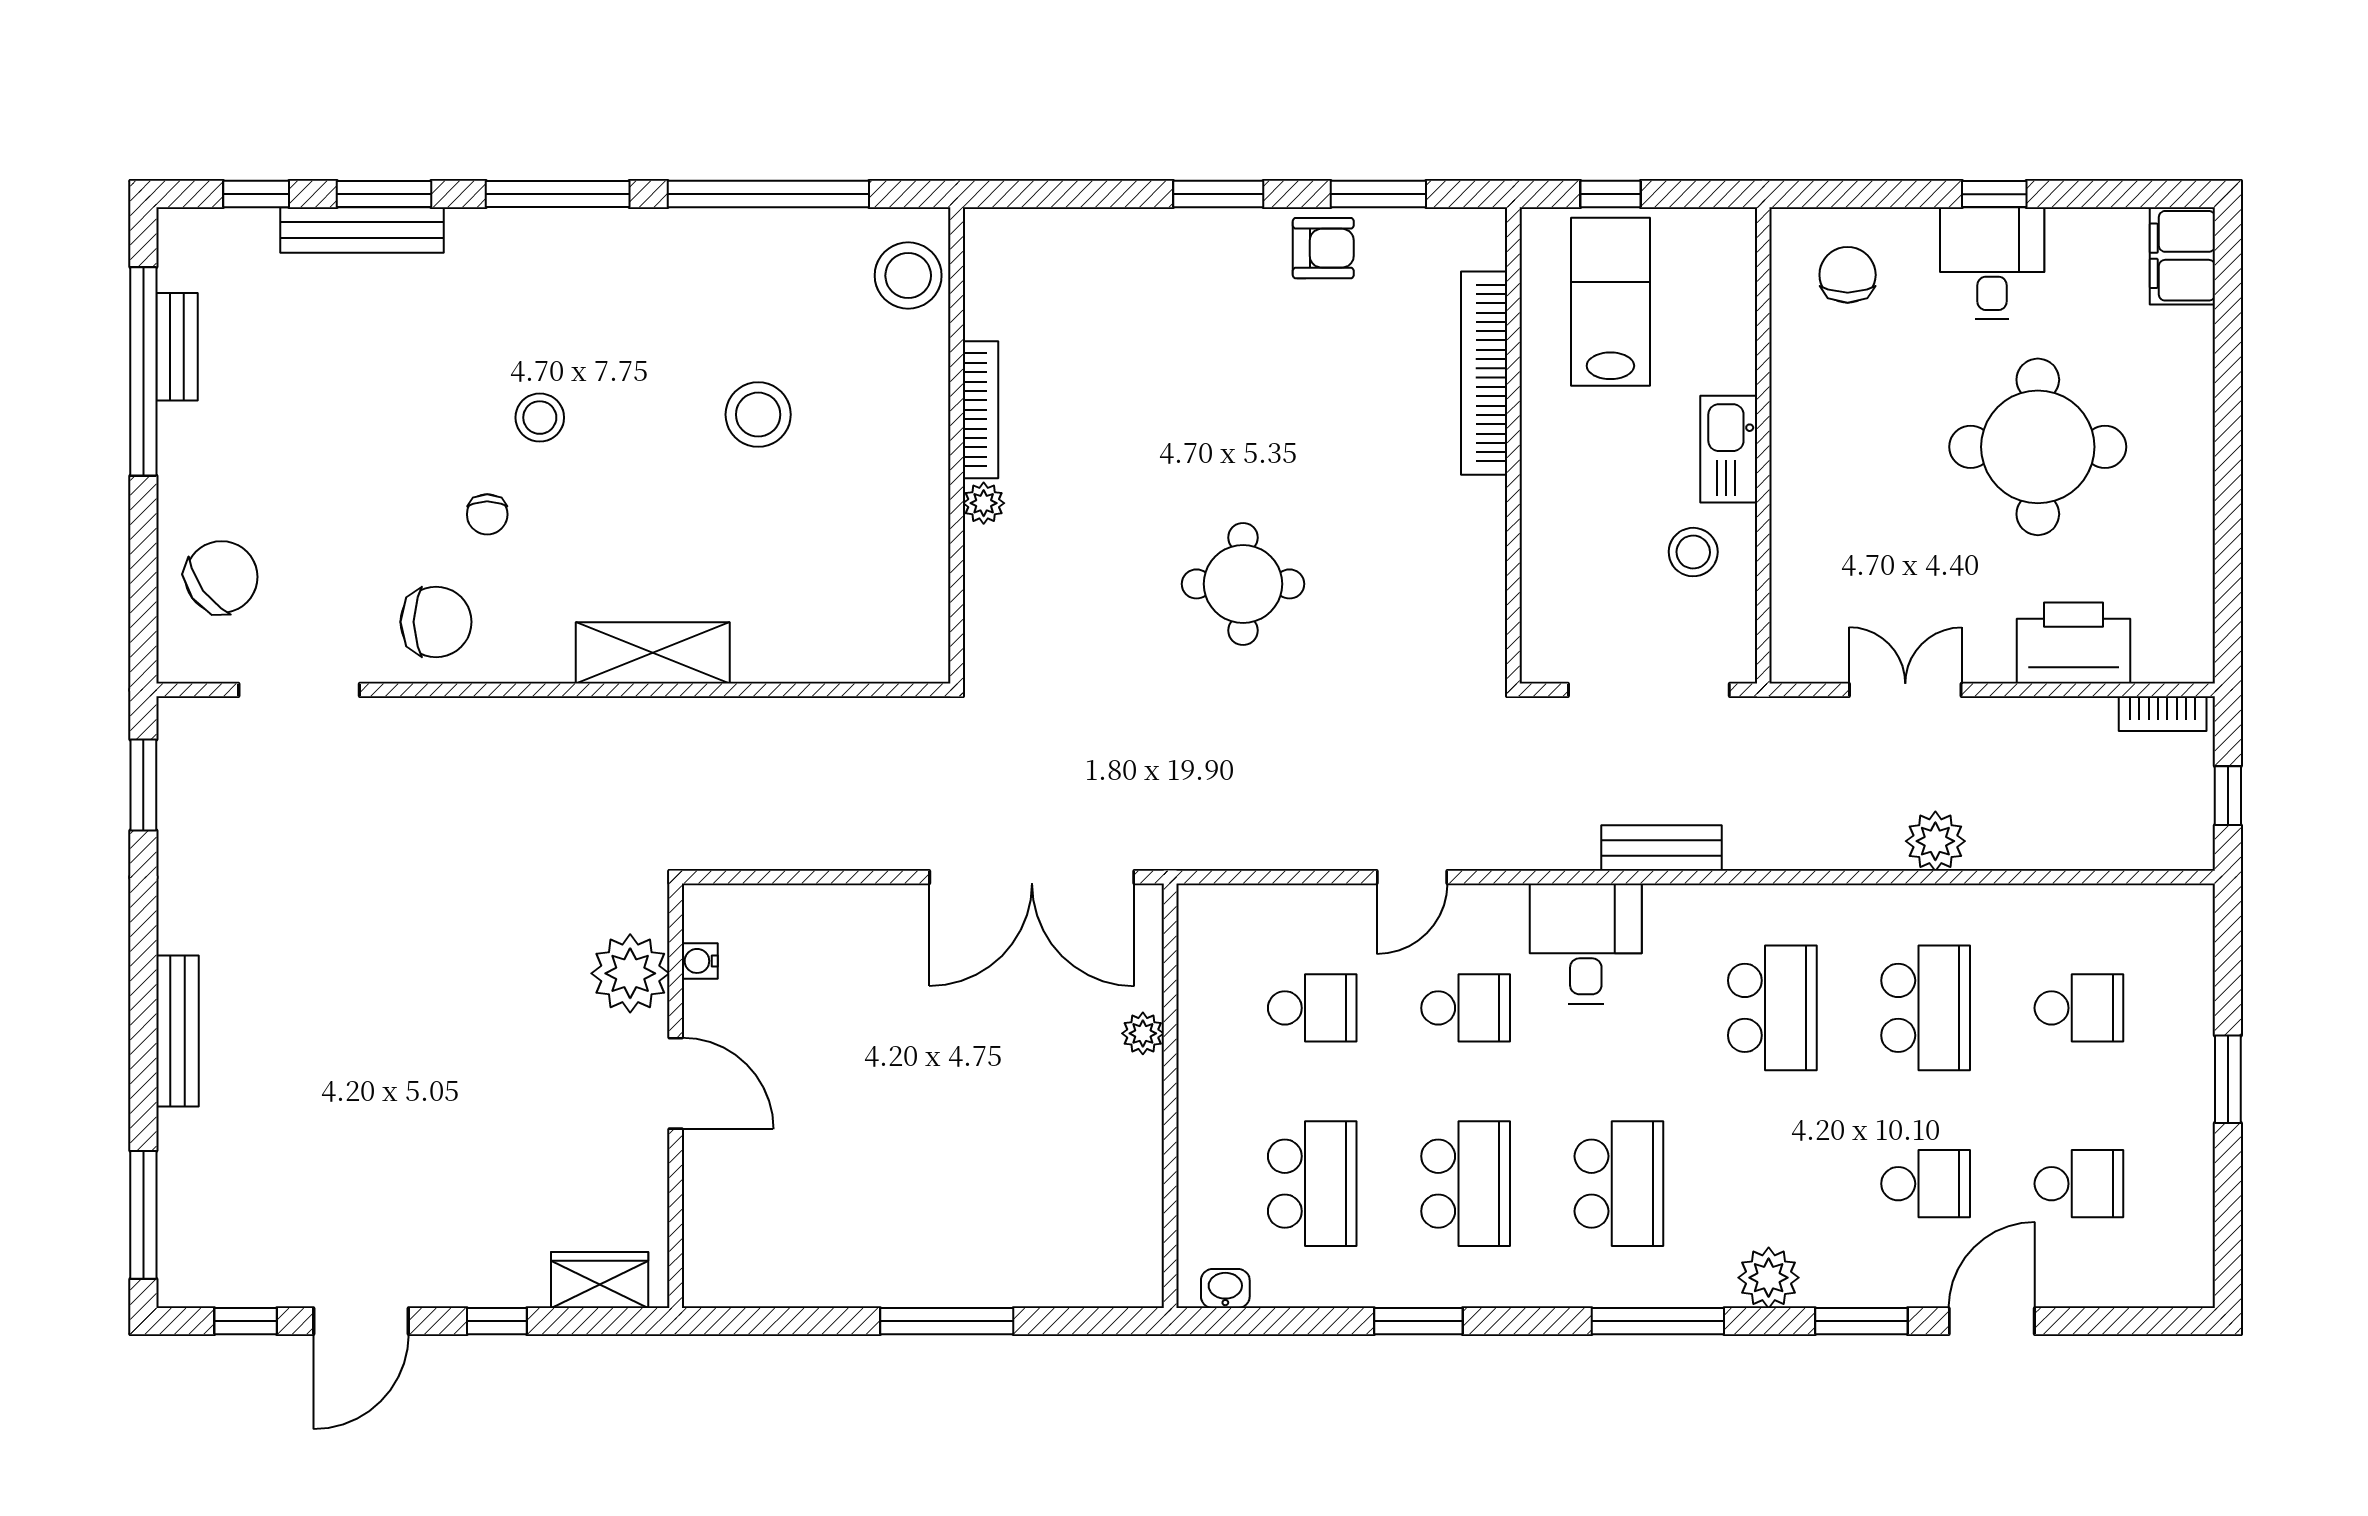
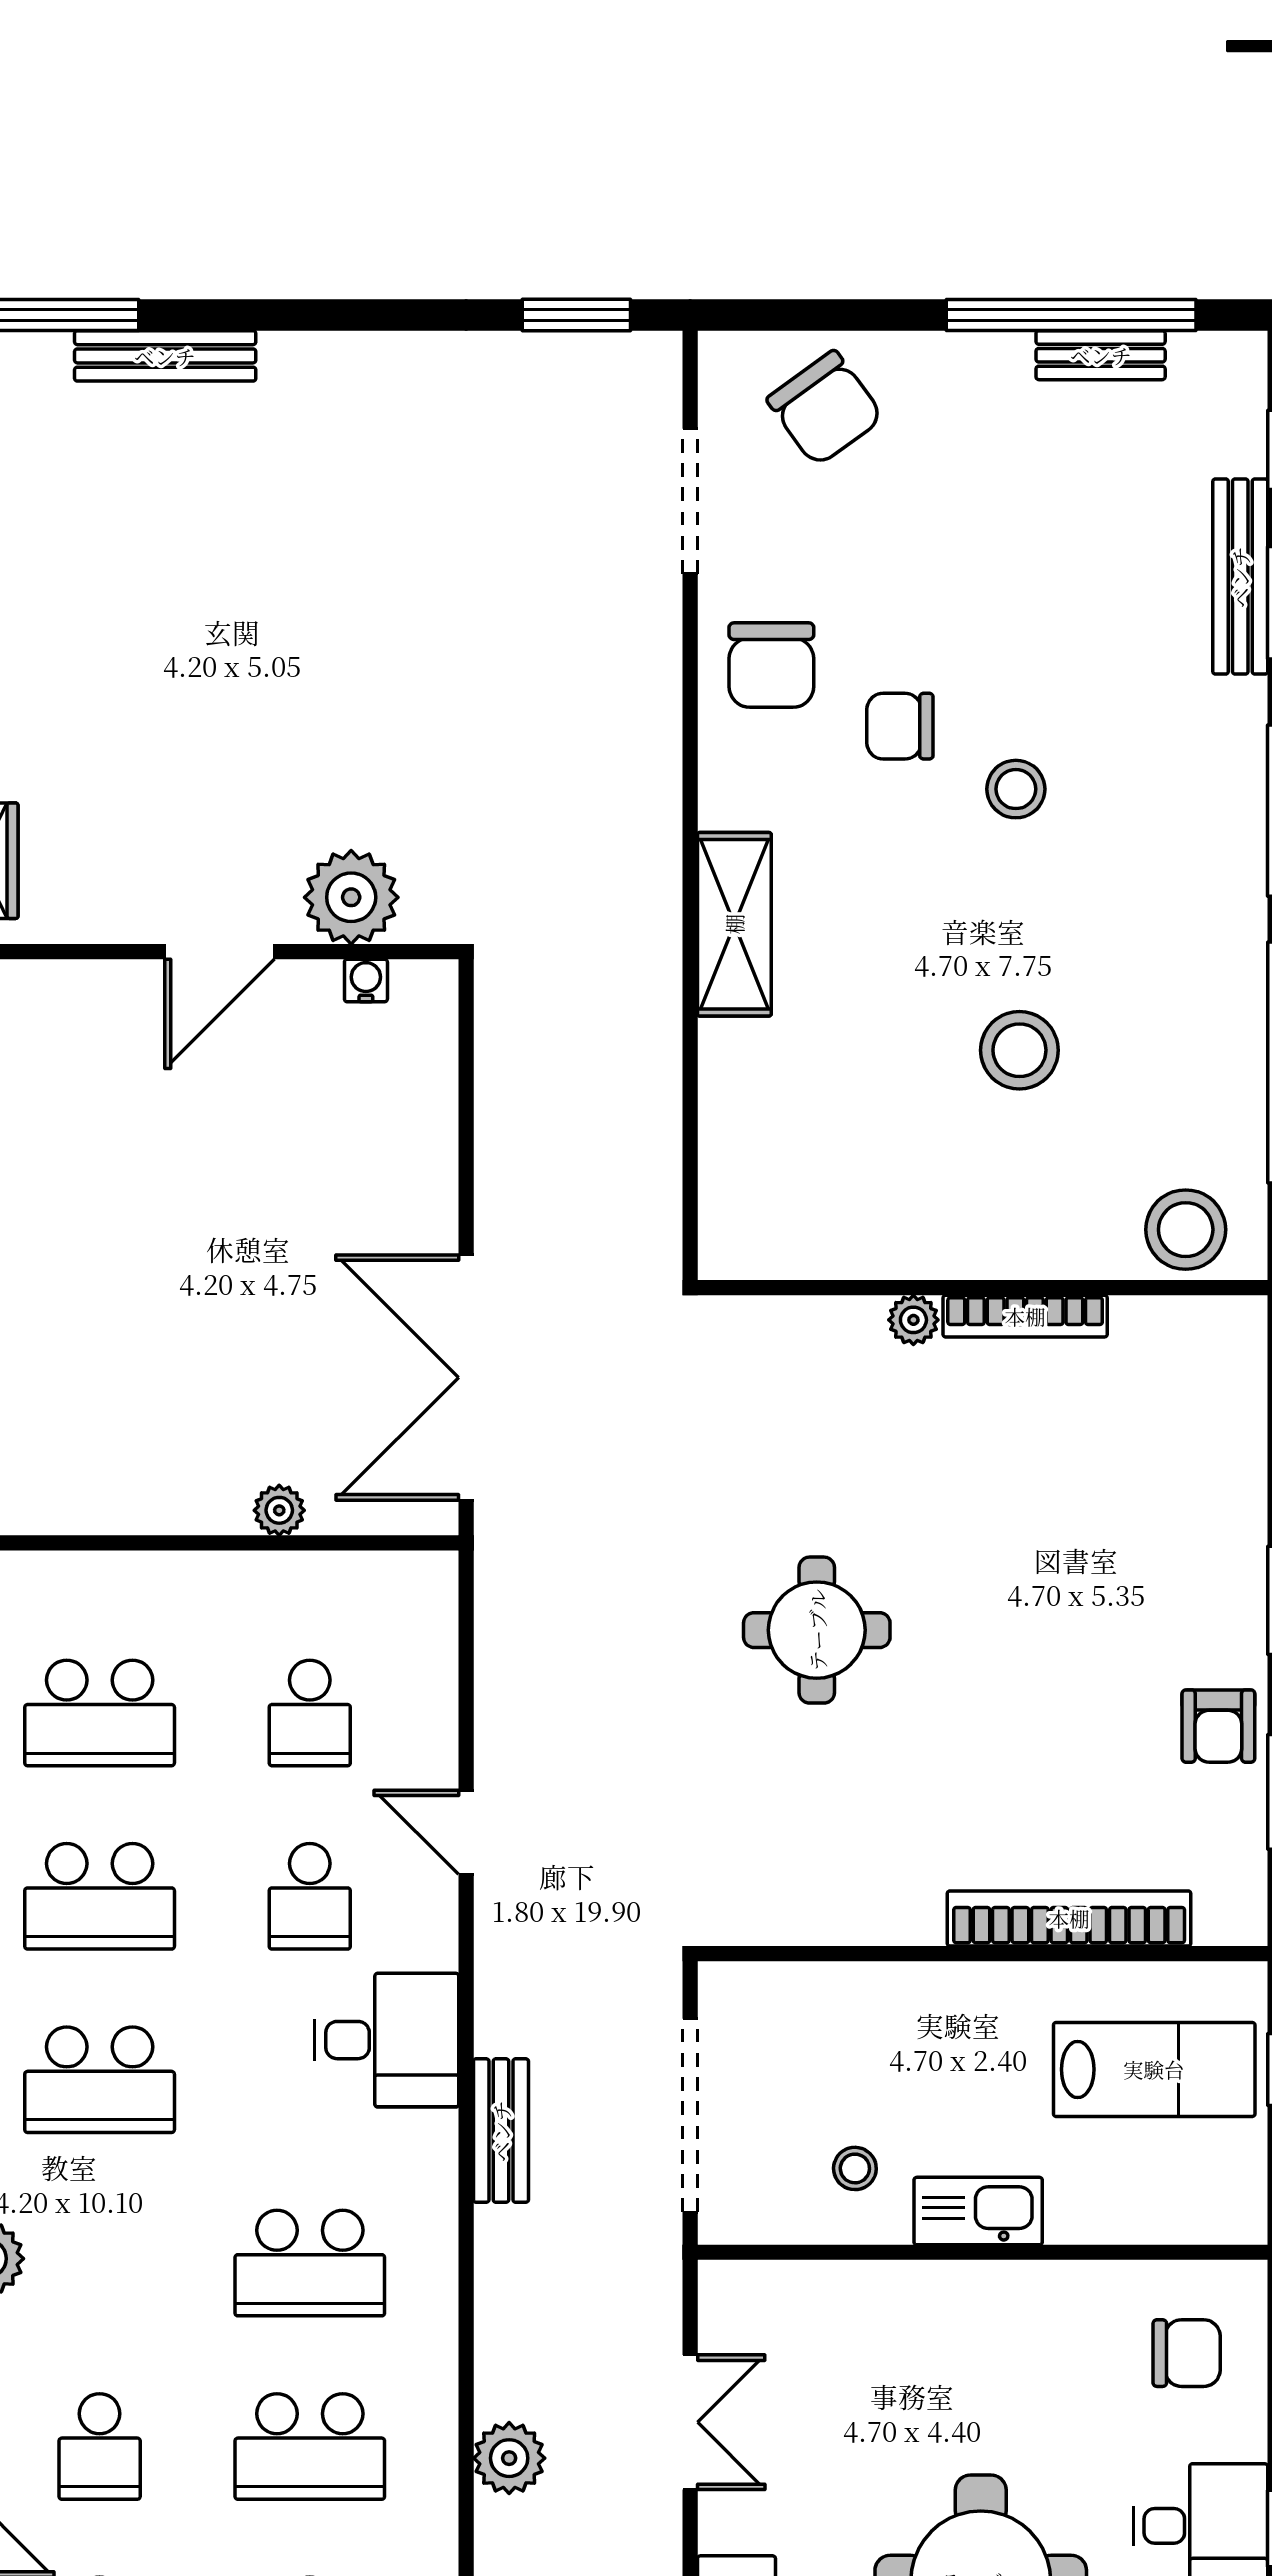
chair: (487, 514) -> (900, 726), width x1.37, depth x1.37
stool: (1693, 552) -> (855, 2168), width x0.73, depth x0.73
bench: (178, 1031) -> (165, 356), moved

